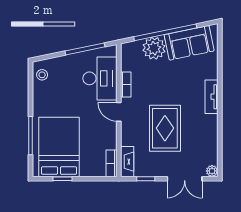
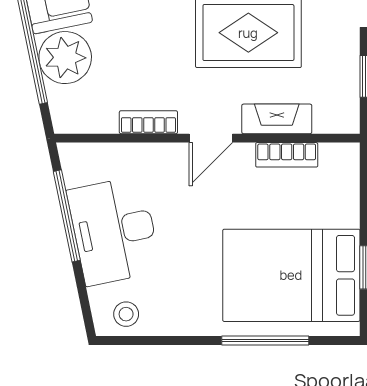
desk: (100, 78) -> (114, 231), moved, turned -102
fireplace: (127, 162) -> (277, 119), moved
bookcase: (112, 163) -> (287, 155), moved

